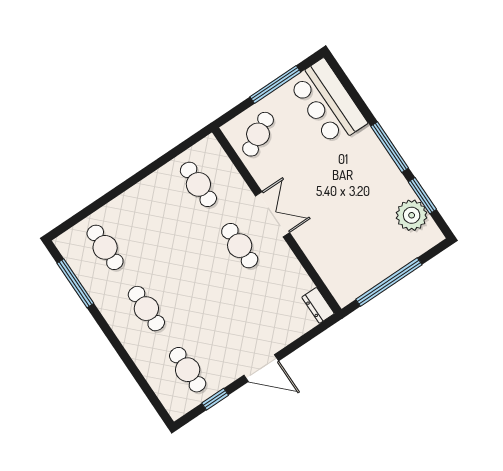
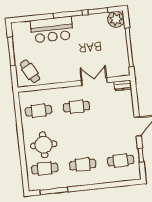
bar counter: (328, 102) -> (52, 30), moved
double door: (272, 214) -> (94, 81), moved
plant: (412, 215) -> (116, 19), moved
round table: (145, 224) -> (44, 145), added

